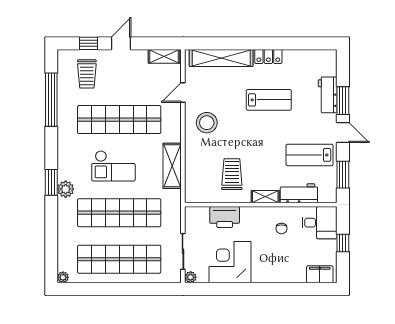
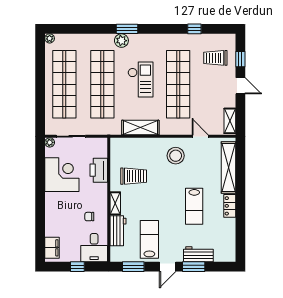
window: (51, 100) -> (194, 29), width x0.32
checkout: (113, 166) -> (140, 80), turned 180

